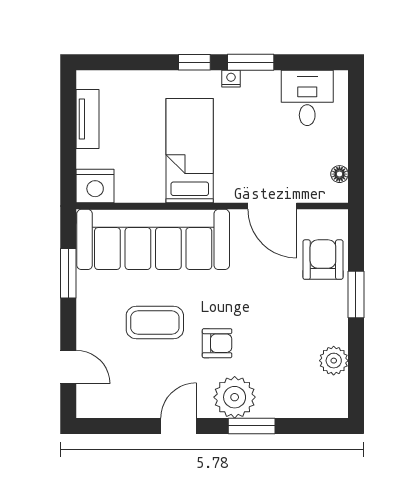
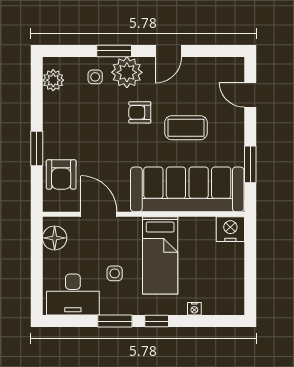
nightstand: (231, 79) -> (194, 309), moved
desk: (307, 98) -> (73, 295), width x1.37
tv unit: (87, 119) -> (236, 279), removed
side table: (251, 126) -> (115, 273), added
floor lamp: (339, 174) -> (55, 238), width x1.89, depth x1.89
plant: (334, 361) -> (53, 80), moved
side table: (277, 391) -> (95, 77), added

